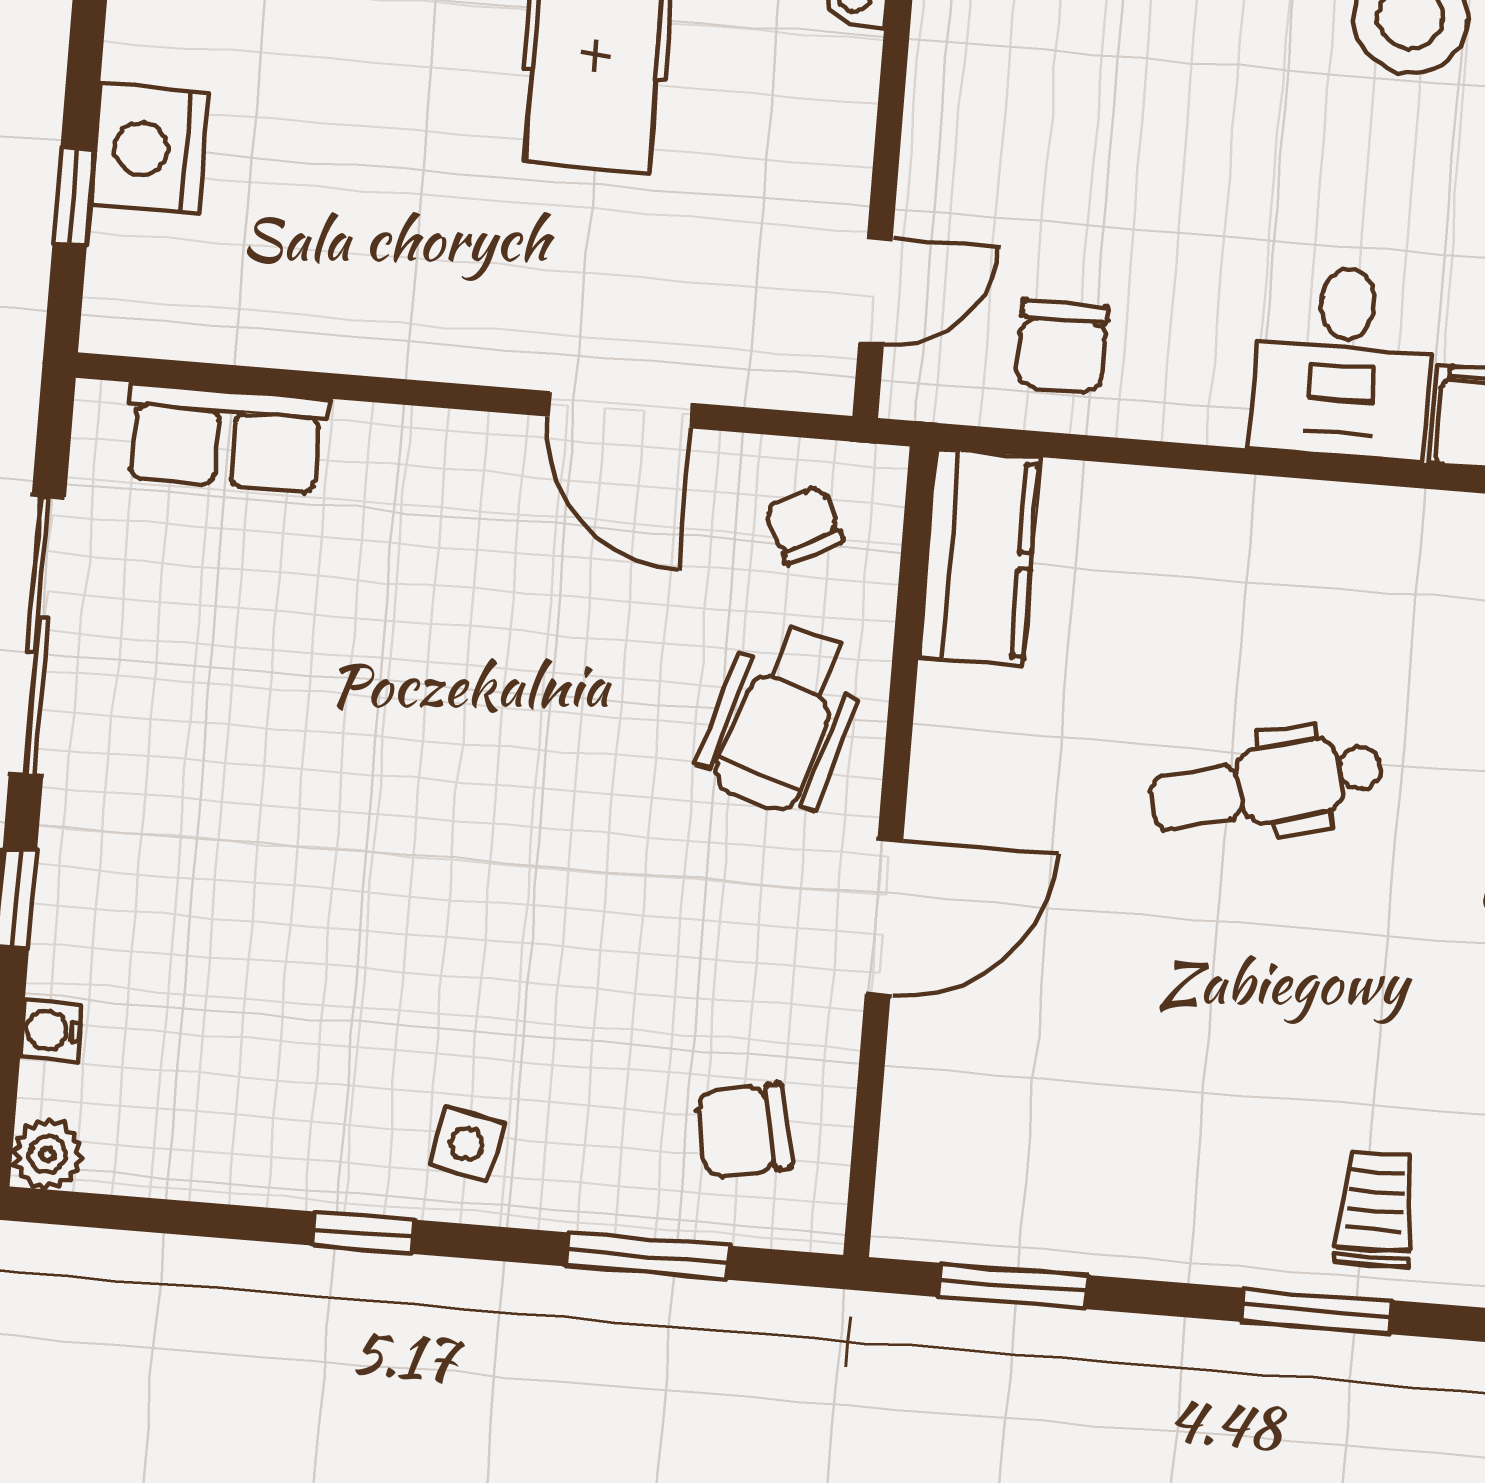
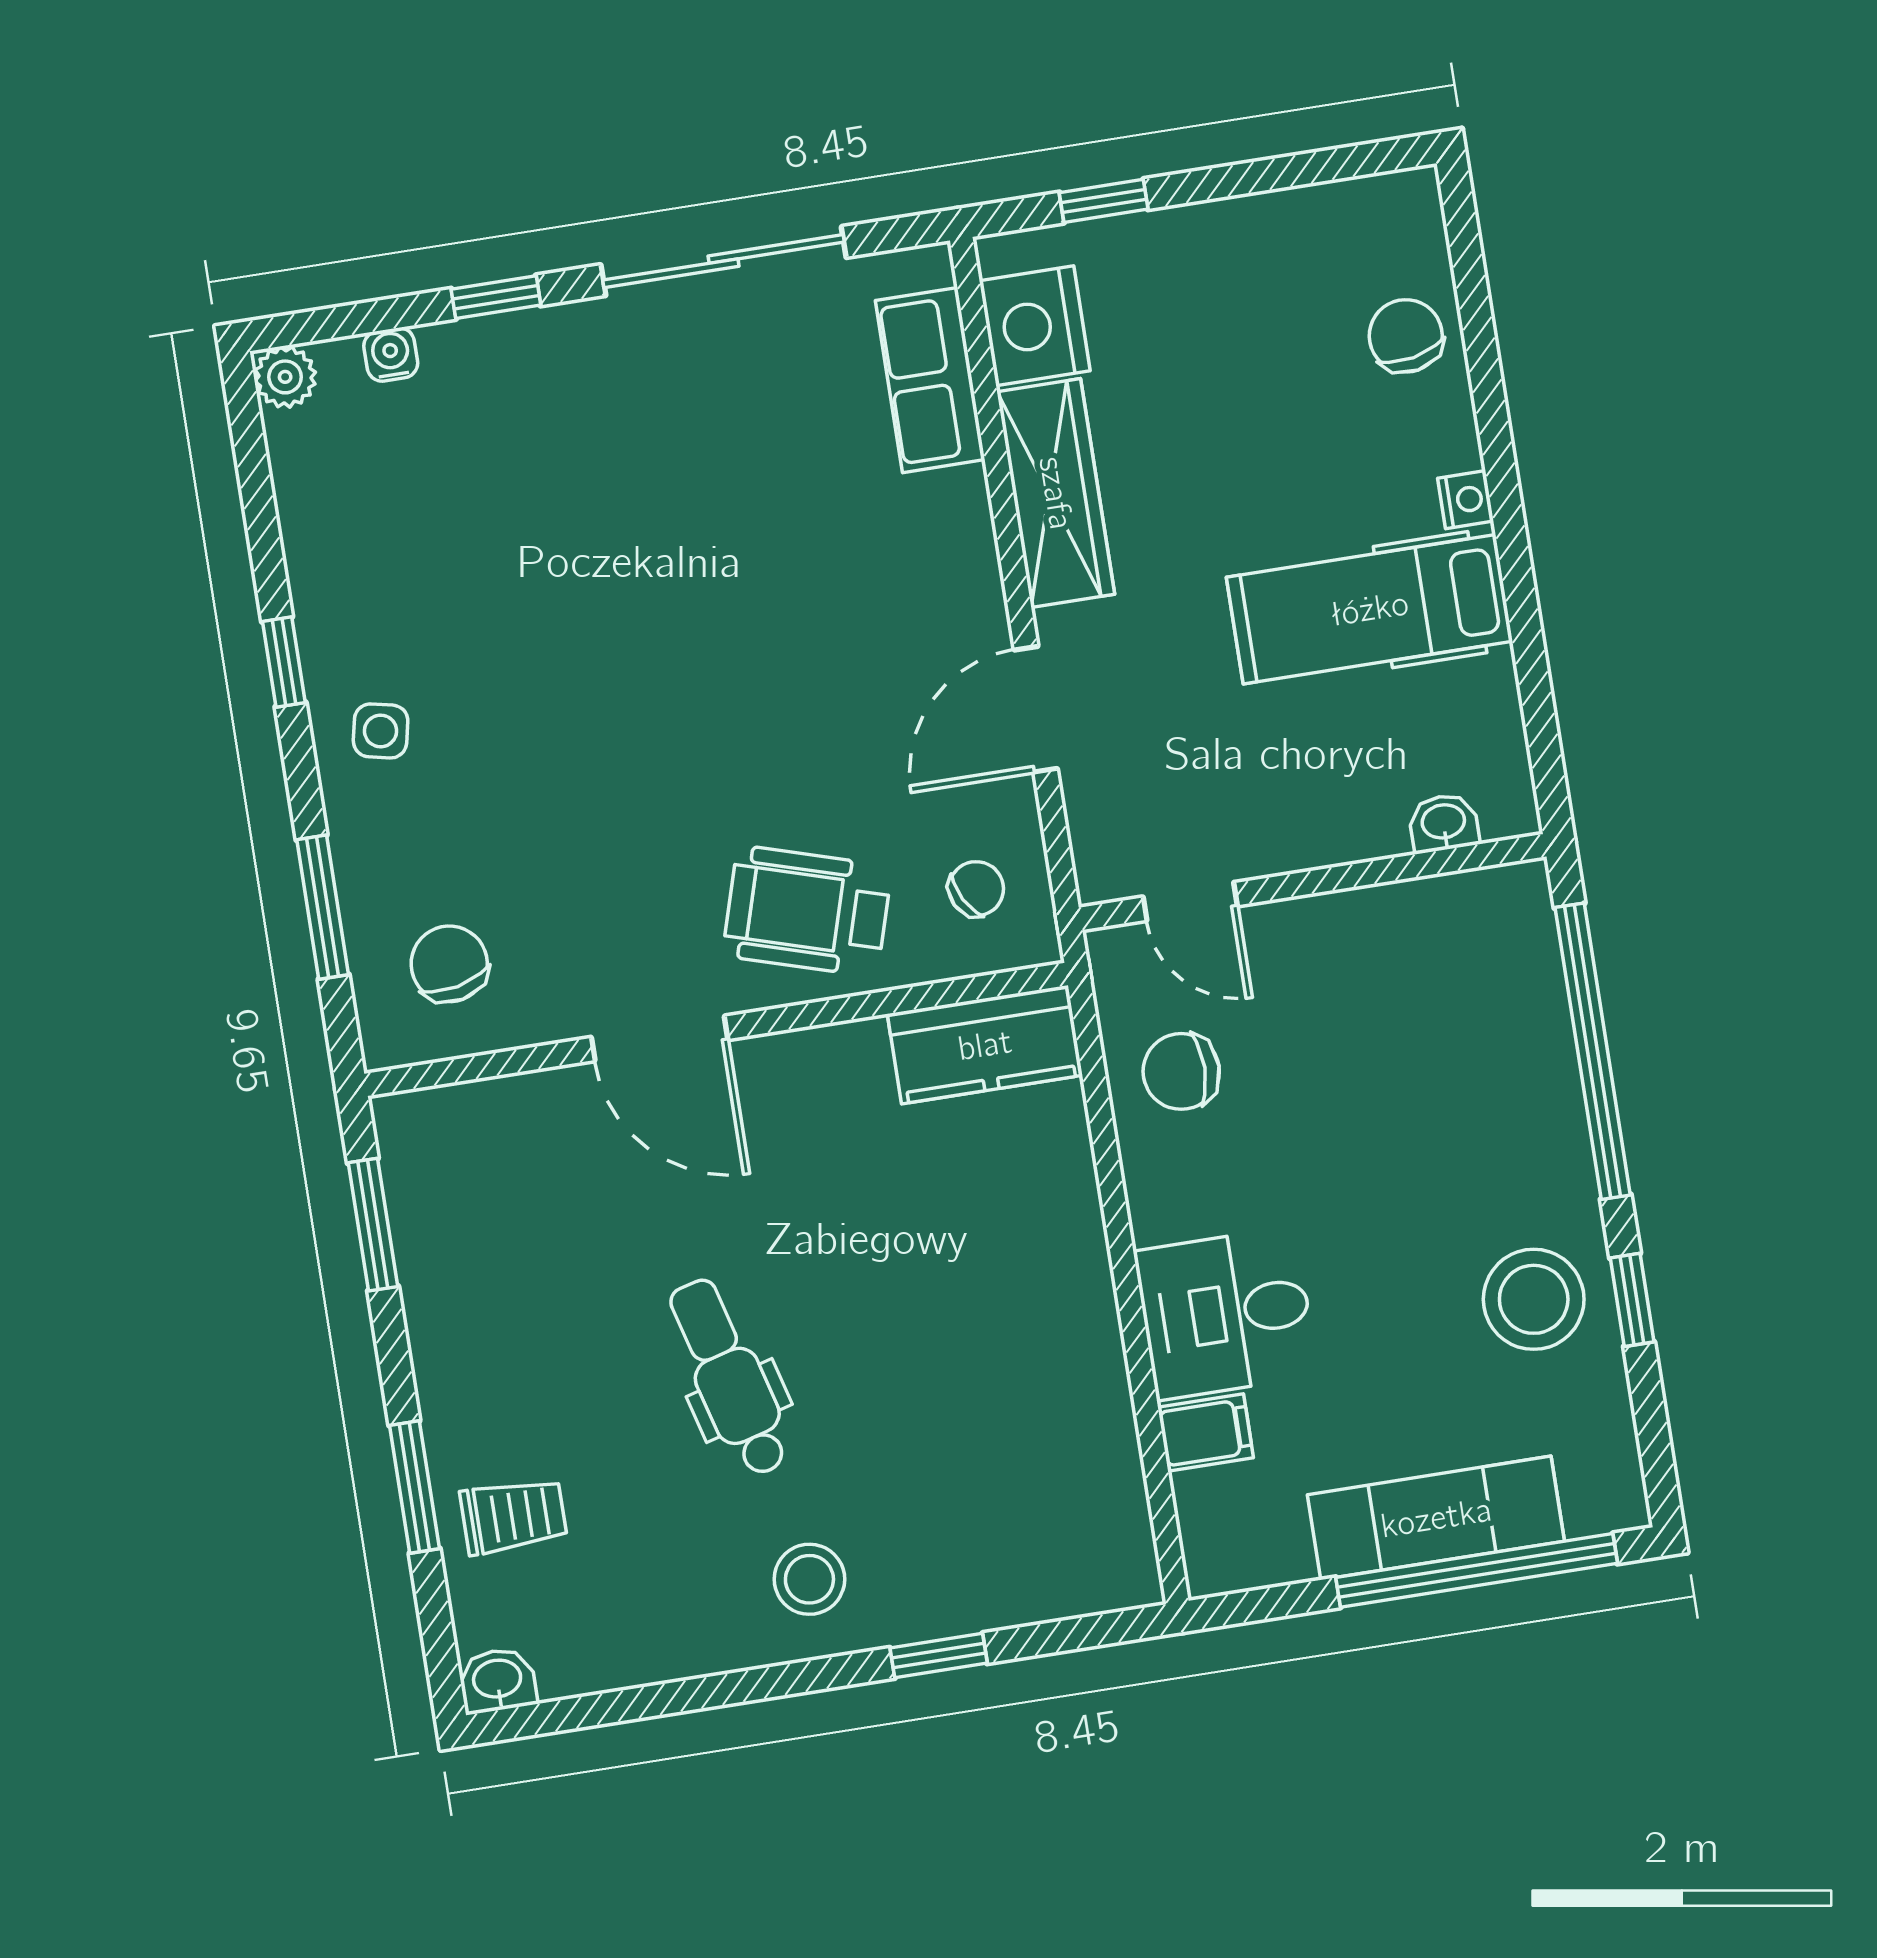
nightstand: (149, 149) -> (1035, 326), moved, turned -90
wardrobe: (385, 329) -> (1056, 493), added
dental chair: (1267, 785) -> (729, 1377), moved

